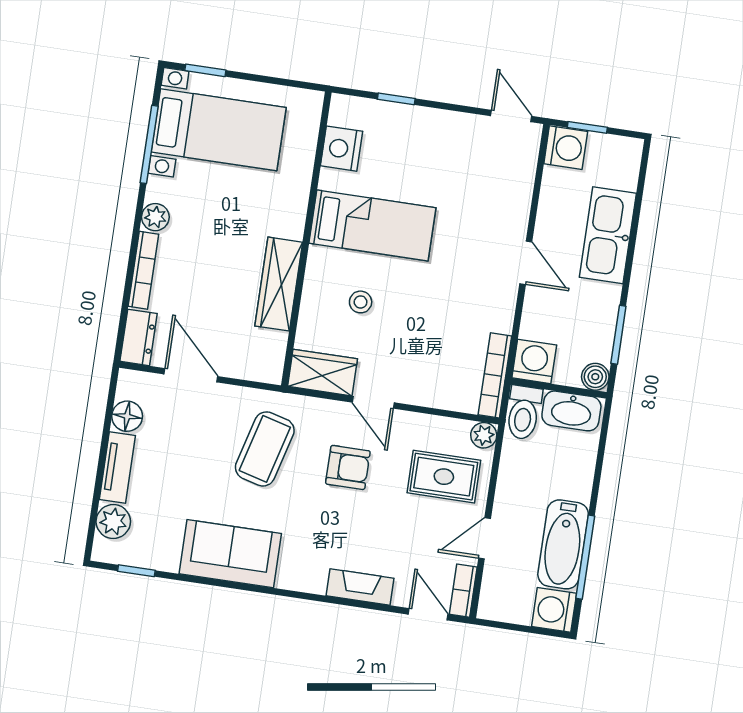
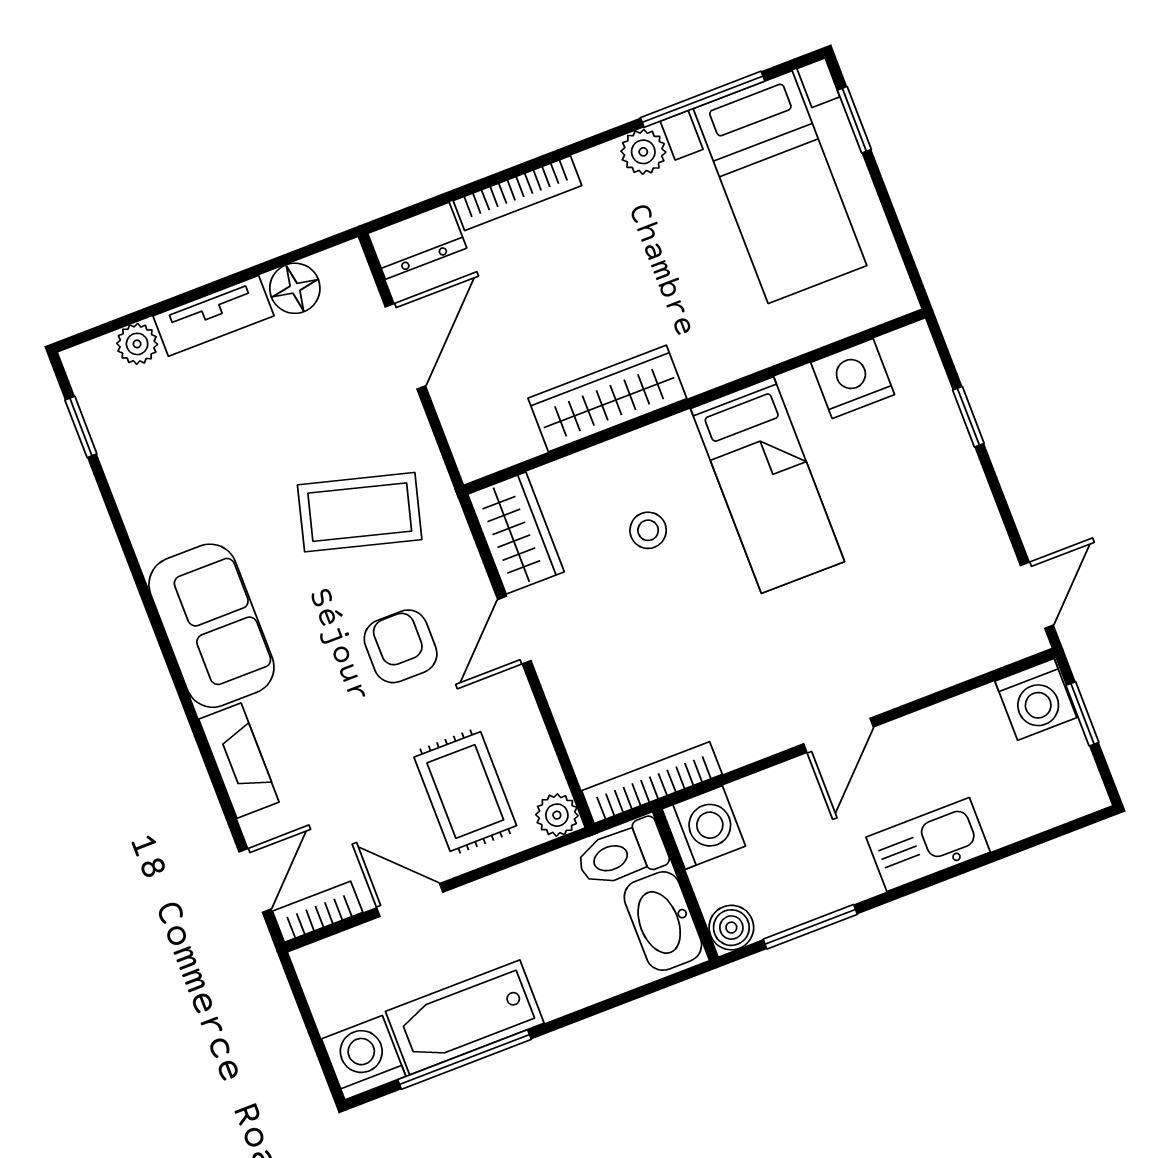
plant: (155, 217) -> (643, 152), moved
kitchen sink: (608, 235) -> (928, 845), width x0.73, depth x0.81
armchair: (348, 467) -> (401, 646), turned 180
plant: (113, 522) -> (137, 344), width x0.73, depth x0.73
sofa: (230, 554) -> (211, 626), moved

